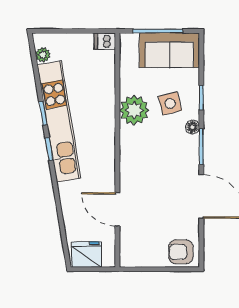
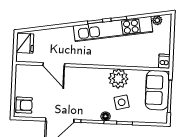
sofa: (169, 50) -> (157, 90), moved
door: (117, 209) -> (54, 65), swing flipped
armchair: (181, 252) -> (24, 105), turned 90

